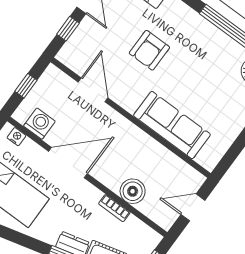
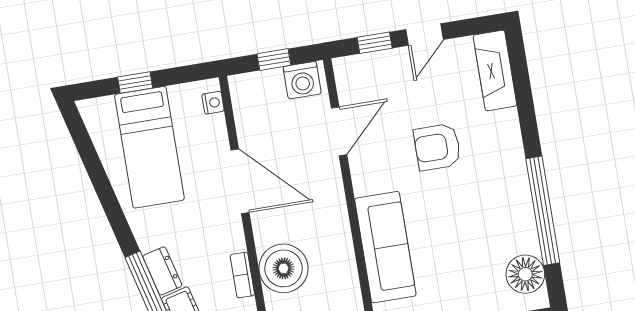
washing machine: (39, 124) -> (302, 80), moved, turned 90
boiler: (133, 191) -> (283, 268), width x1.37, depth x1.37

